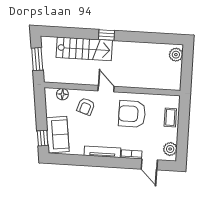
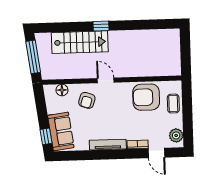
plant: (176, 55) -> (173, 39), removed
window: (37, 59) -> (33, 57), width x1.44
armchair: (132, 114) -> (146, 97), moved

